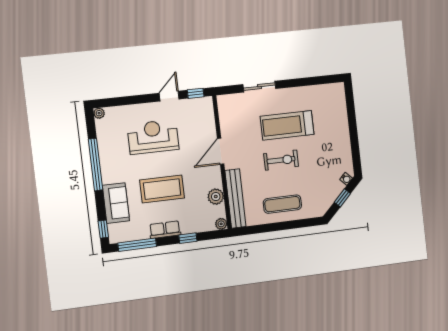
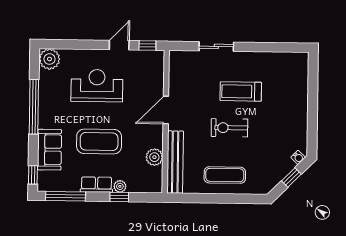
plant: (99, 113) -> (49, 59), width x1.88, depth x1.88
treadmill: (287, 125) -> (241, 91), width x0.73, depth x0.73
exercise bike: (281, 160) -> (229, 128), turned 180
plant: (221, 224) -> (120, 186), moved

